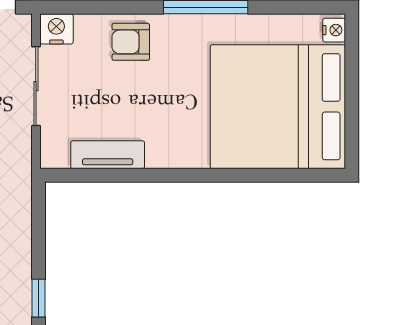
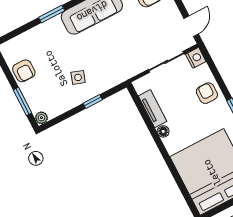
floor lamp: (159, 157) -> (163, 131), added
window: (39, 298) -> (93, 102), moved

